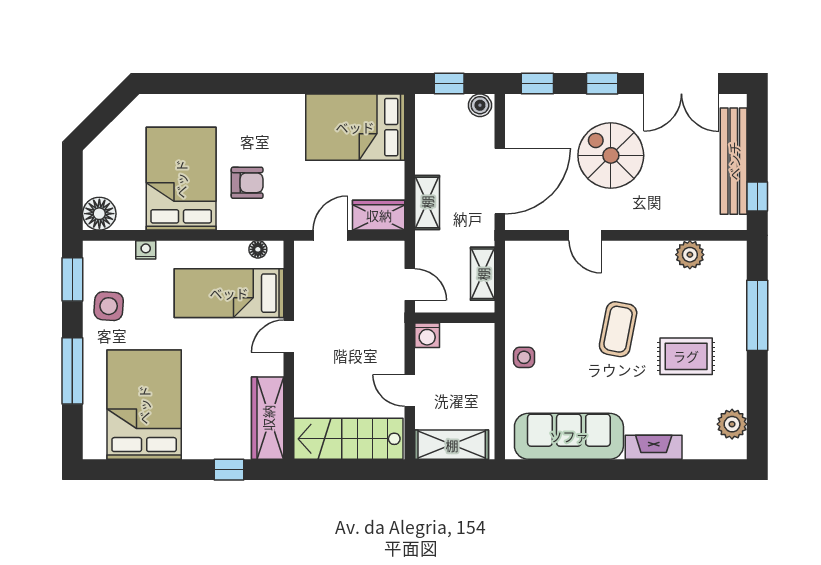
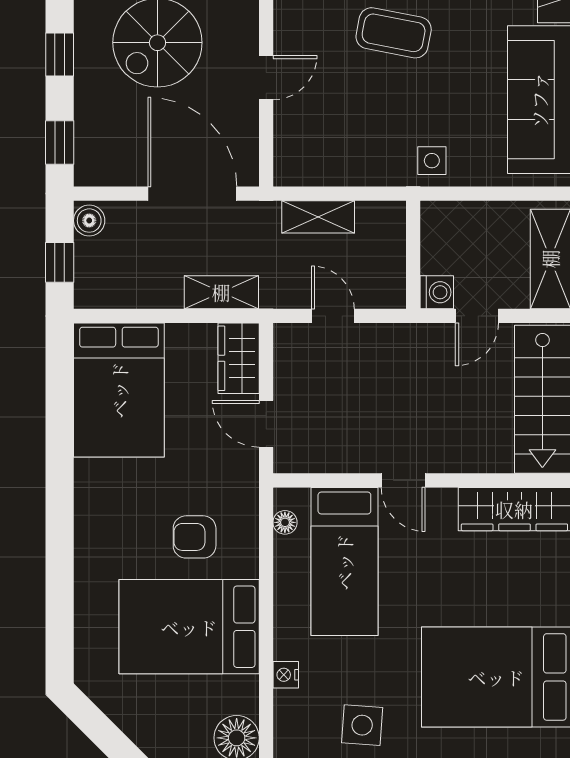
armchair: (247, 183) -> (195, 537), turned -90
door: (410, 285) -> (333, 316), hinge flipped
wall: (455, 318) -> (413, 255), moved
washing machine: (427, 335) -> (437, 292), moved

